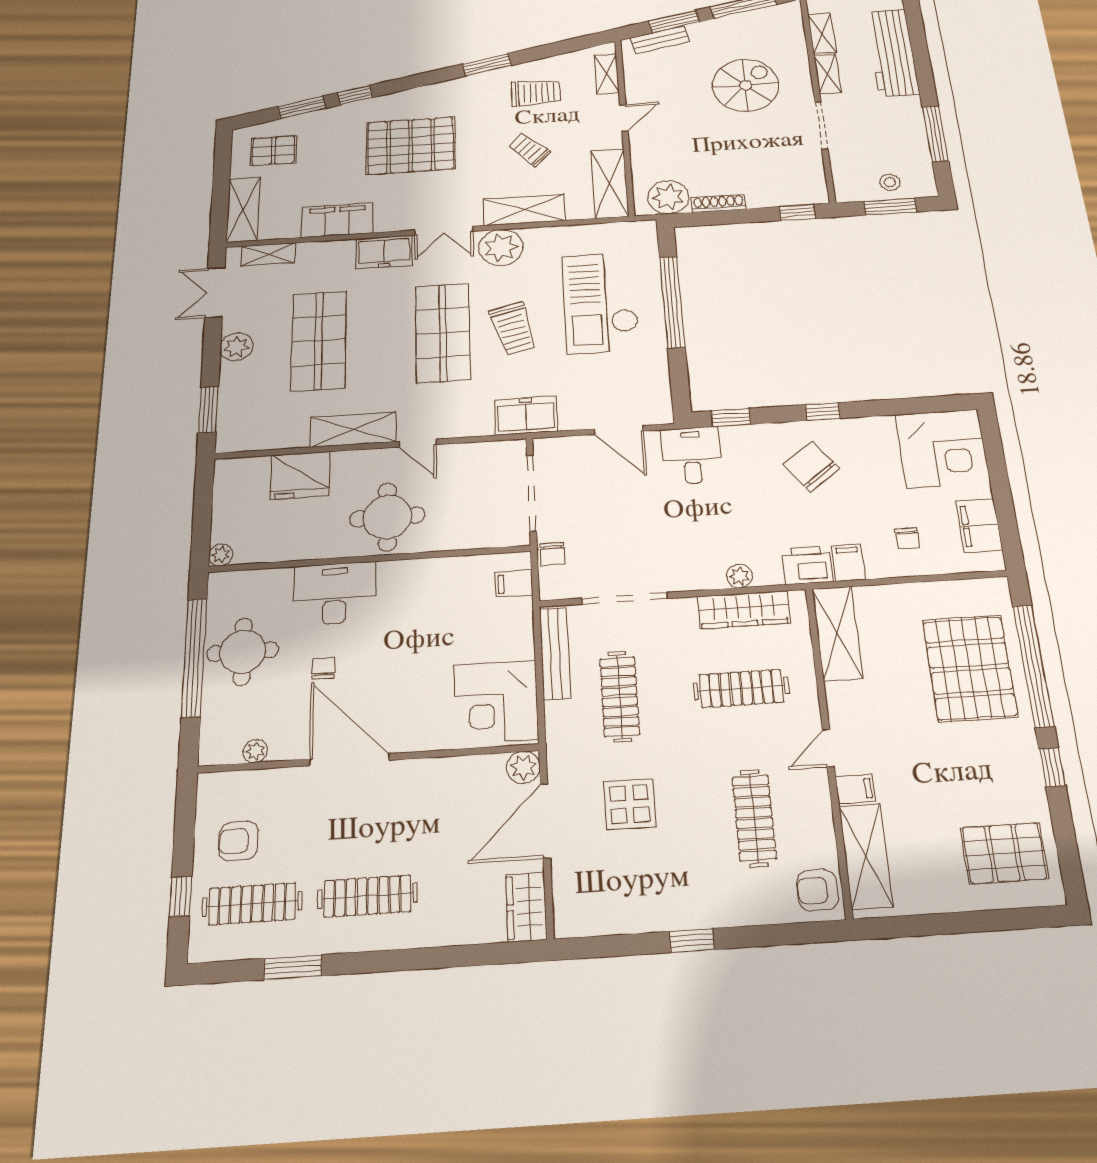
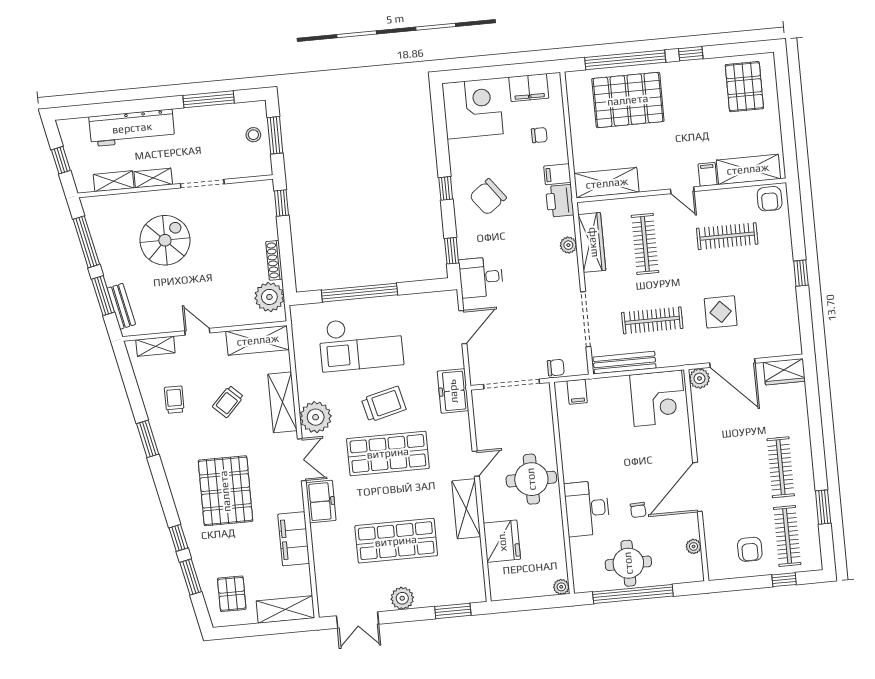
spiral stairs: (746, 85) -> (165, 240), turned 90
trolley: (536, 93) -> (174, 400), width x0.73, depth x0.72
shelving: (268, 254) -> (324, 586), removed
chair: (323, 668) -> (638, 510), turned -93

